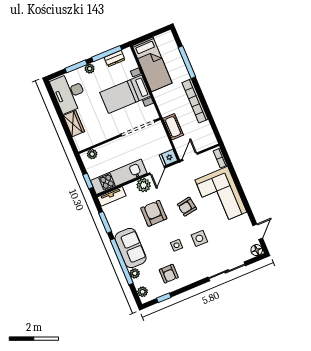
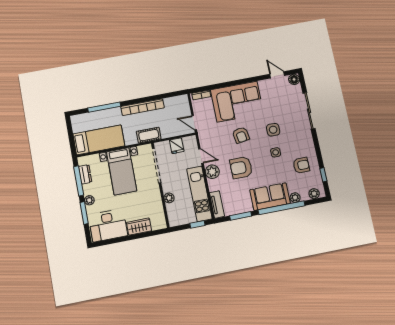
cot: (173, 127) -> (149, 135), moved
plant: (92, 154) -> (169, 198), moved
fridge: (168, 158) -> (177, 146), moved

